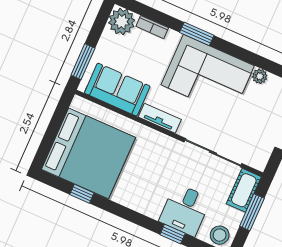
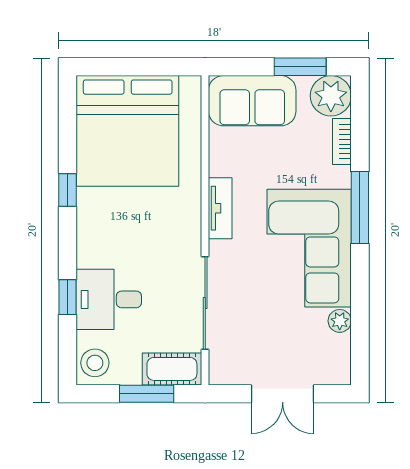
window: (197, 34) -> (360, 208), width x1.44
window: (83, 62) -> (300, 67), moved
sofa: (117, 90) -> (252, 101), moved, turned 90
window: (82, 194) -> (67, 190), moved

